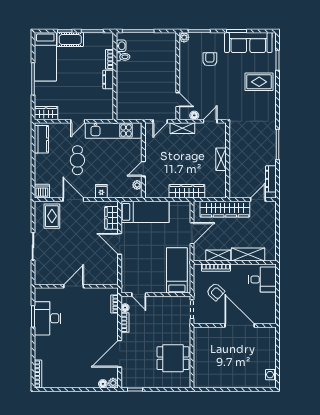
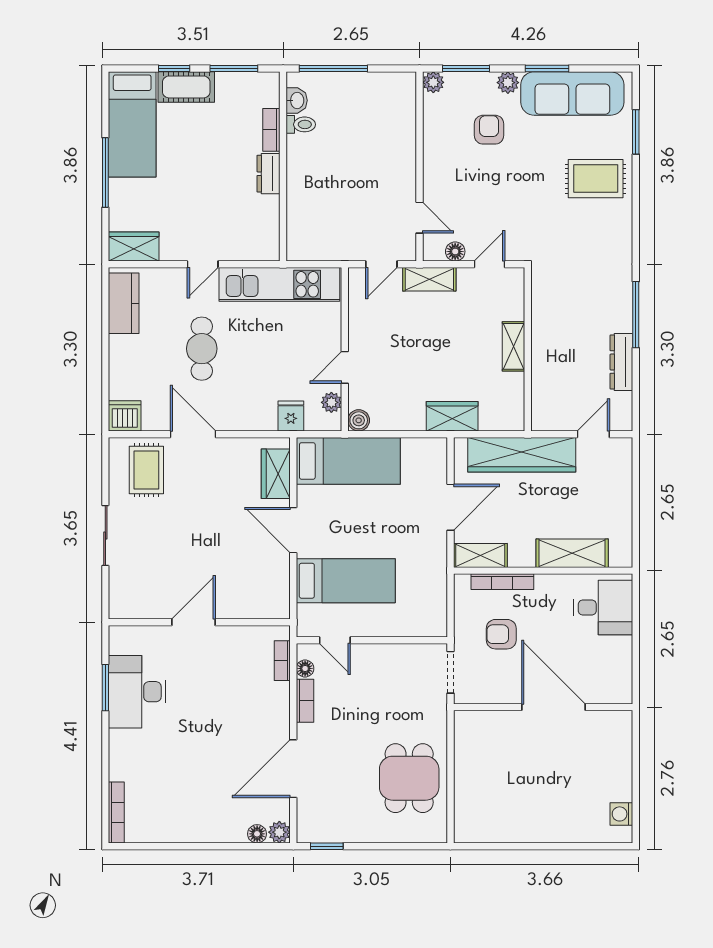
plant: (219, 38) -> (508, 83), added
dresser: (271, 179) -> (621, 362), moved
fridge: (101, 191) -> (291, 416), moved
wardrobe: (187, 191) -> (452, 416), width x0.67
boiler: (150, 193) -> (359, 420), added
shelving: (218, 256) -> (480, 556), moved
bed: (177, 270) -> (346, 581), moved, turned 90
armchair: (215, 292) -> (501, 634), turned 138
dining table: (173, 358) -> (409, 778), turned 90

